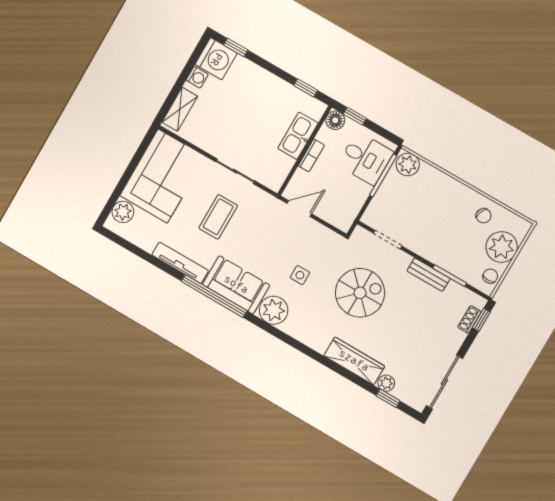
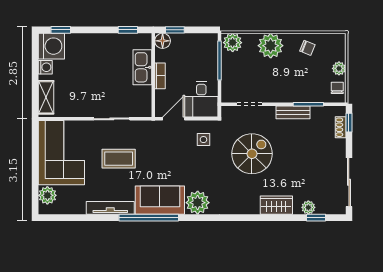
desk: (366, 158) -> (201, 99), moved, turned 90
plant: (446, 191) -> (271, 46), added
coffee table: (218, 217) -> (119, 159), turned 90
plant: (502, 247) -> (339, 68), width x0.53, depth x0.53
side table: (300, 275) -> (203, 140), moved
wardrobe: (354, 361) -> (276, 205), width x0.67

